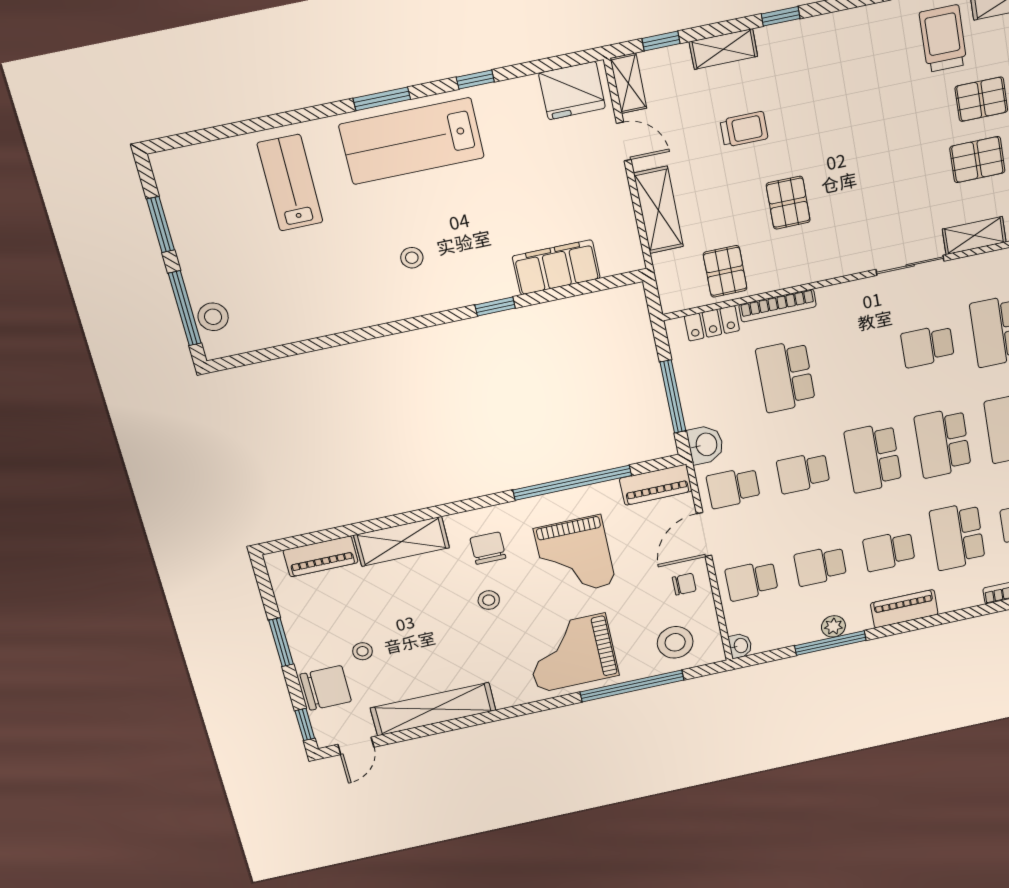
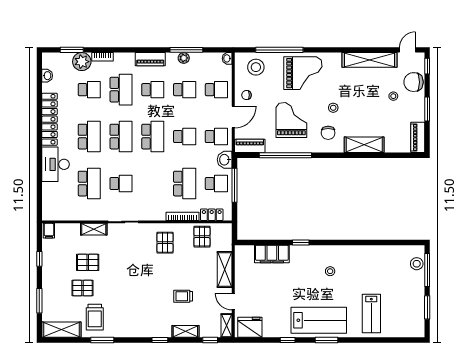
pallet: (788, 203) -> (165, 243), moved
school desk: (714, 391) -> (216, 184), added
piano: (321, 556) -> (418, 137), moved, turned -90

